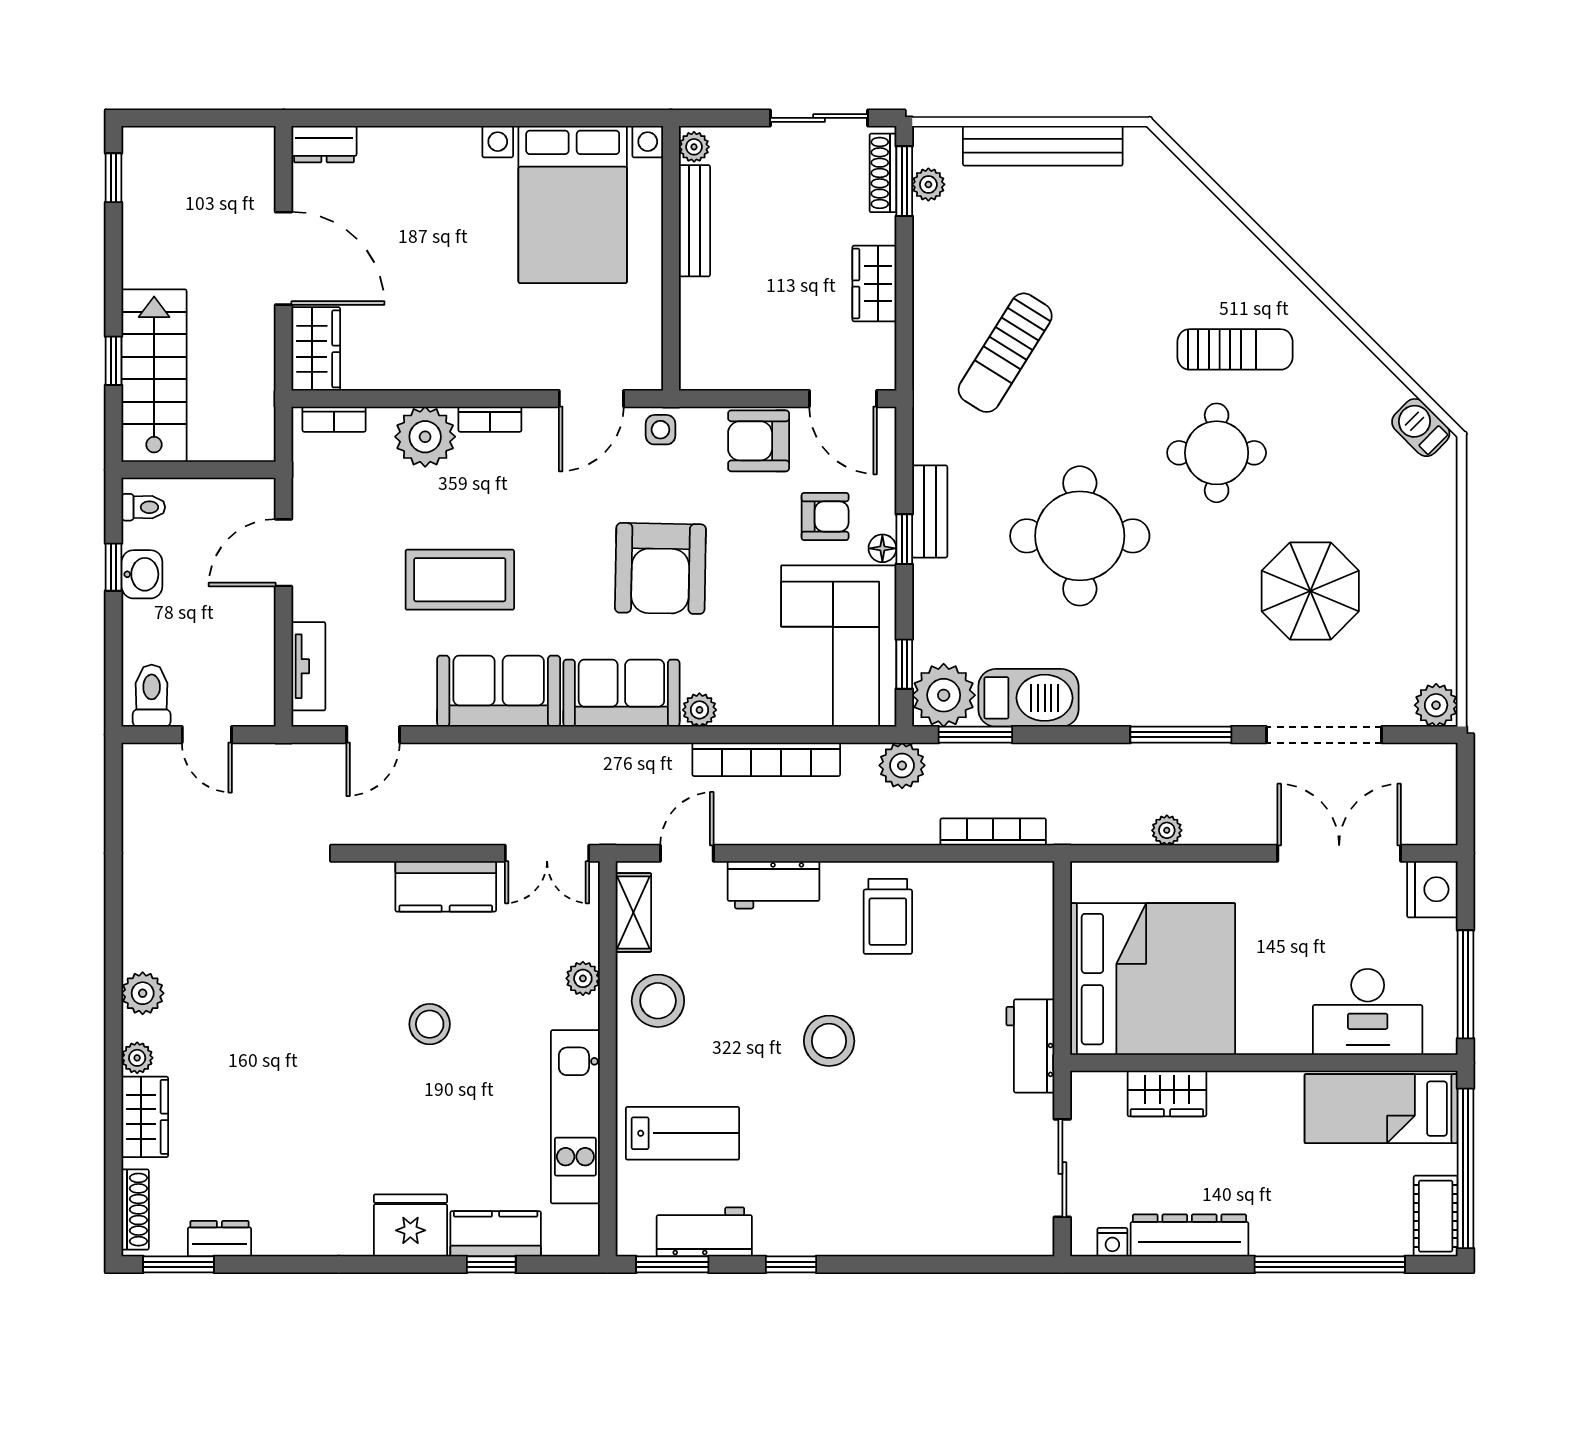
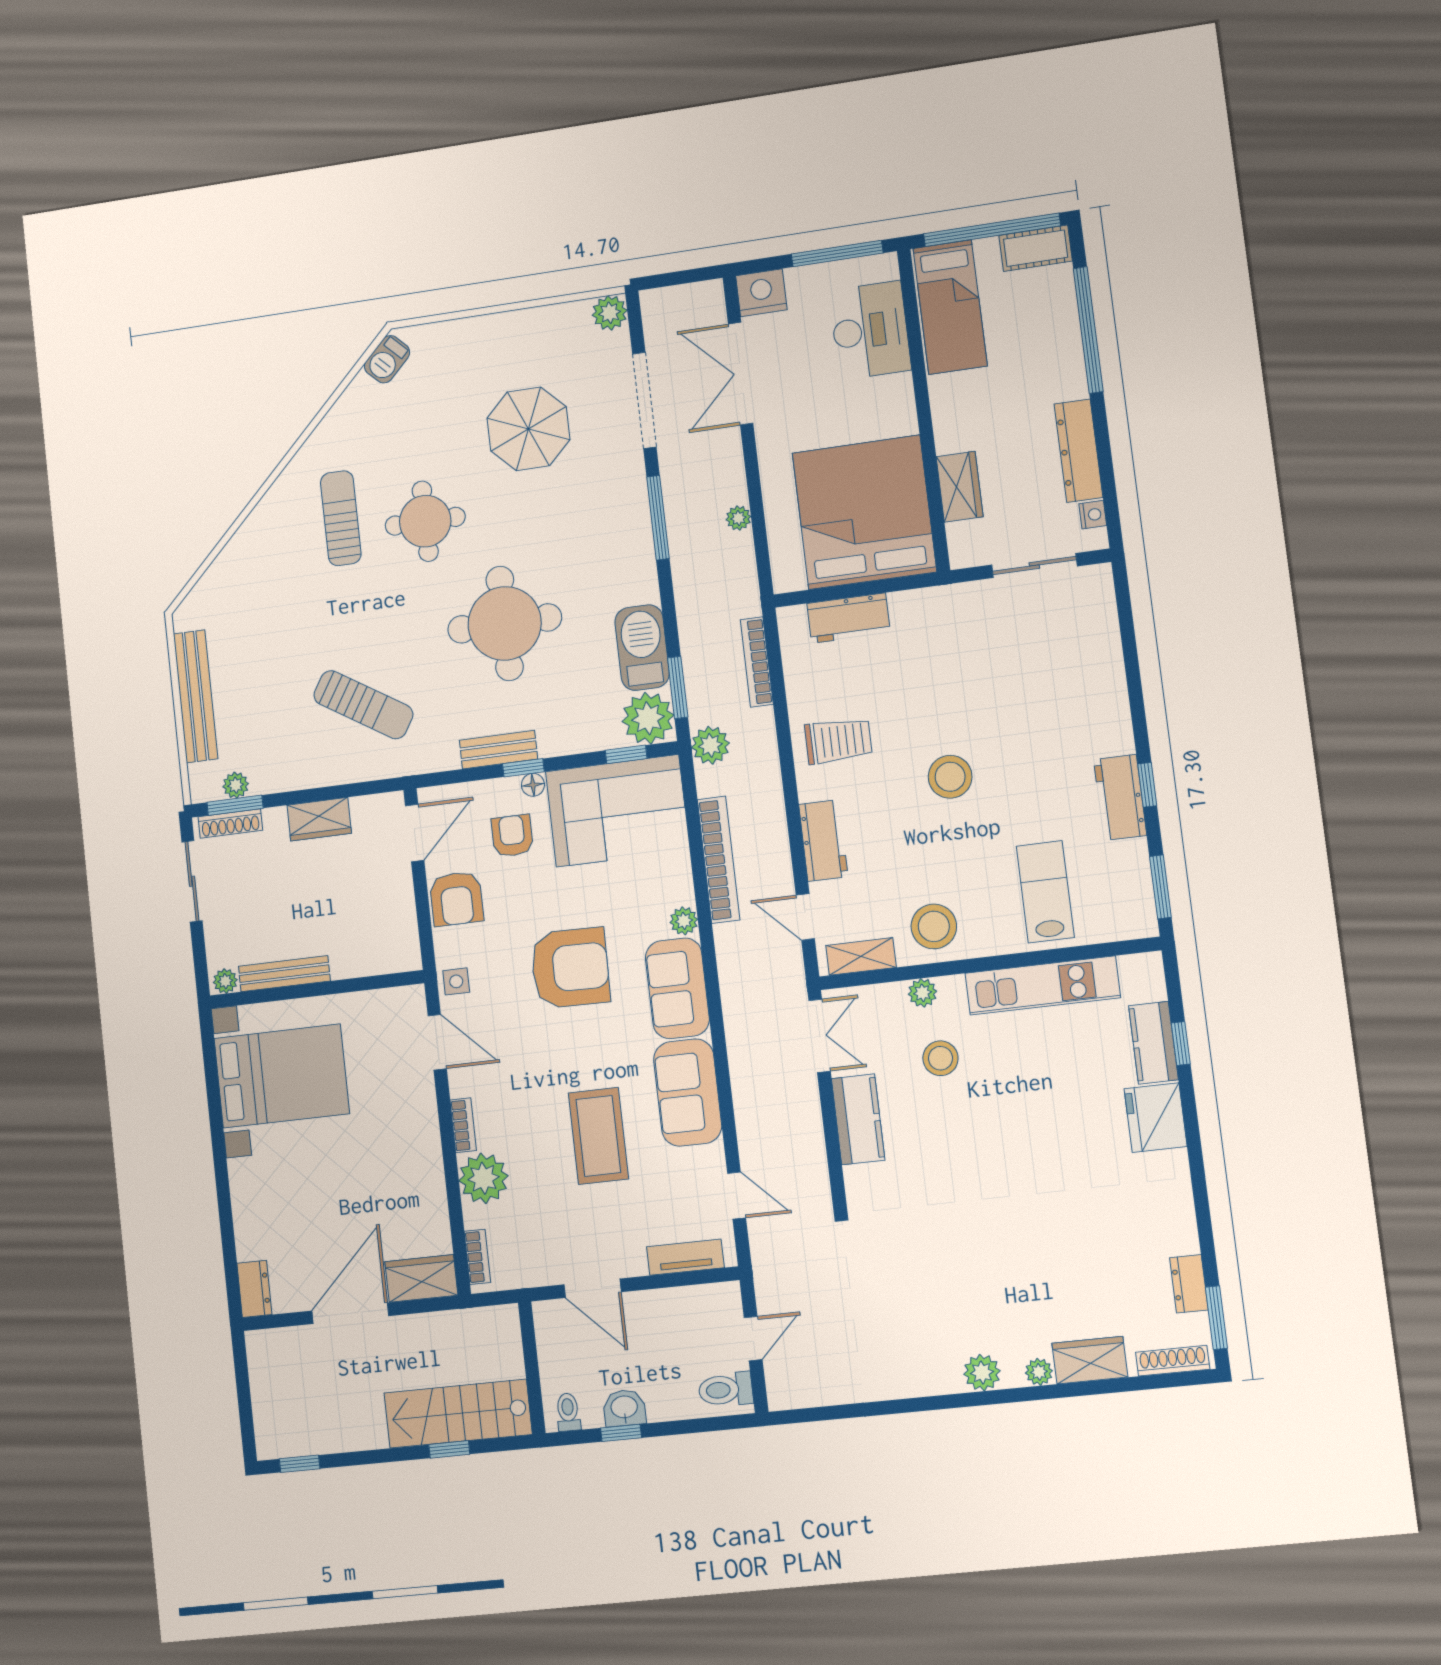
stool: (430, 1024) -> (940, 1058), moved
workbench: (1030, 1046) -> (848, 618), moved
workbench: (704, 1232) -> (1120, 797), moved

